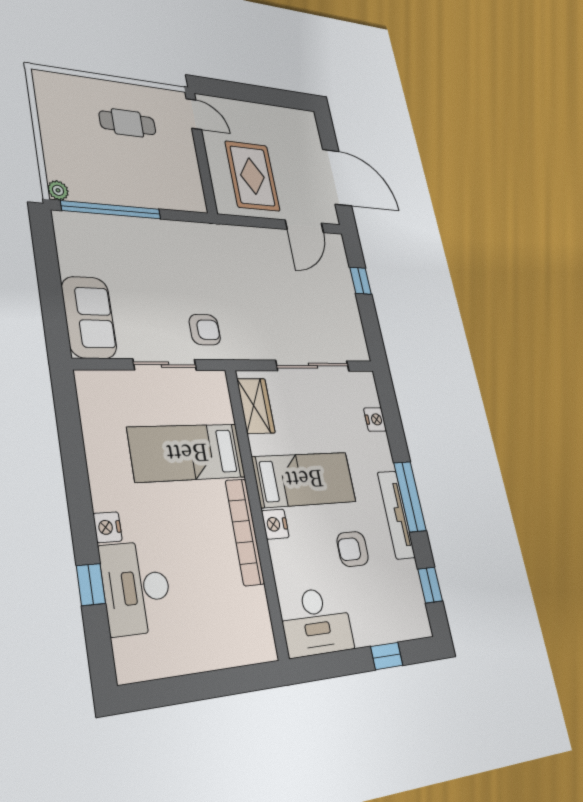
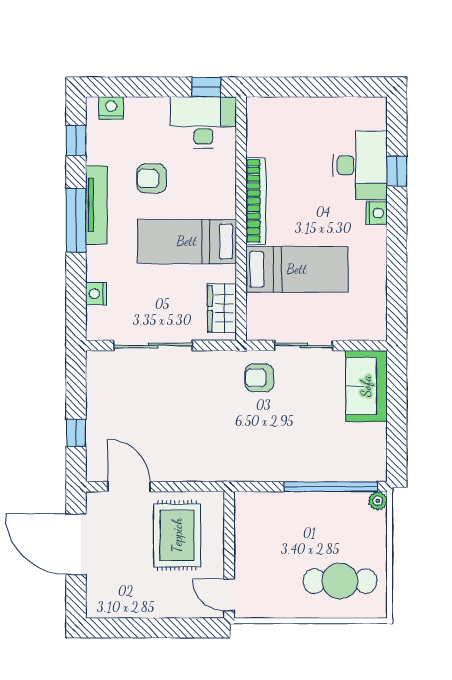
cafe table: (128, 123) -> (340, 581), moved, width x1.37, depth x1.35
door: (304, 226) -> (129, 487), hinge flipped
nightstand: (275, 524) -> (111, 108), moved, turned -90
armchair: (353, 549) -> (152, 178), turned 180
window: (387, 656) -> (206, 87), moved

